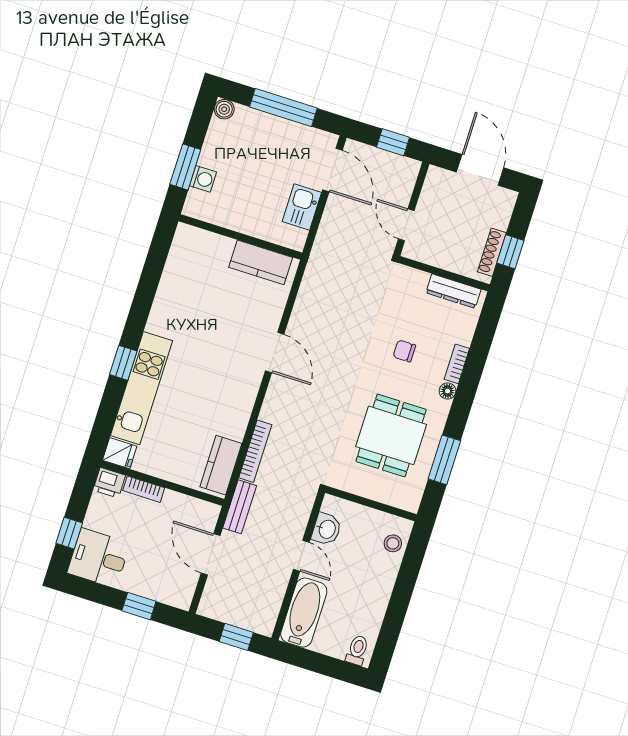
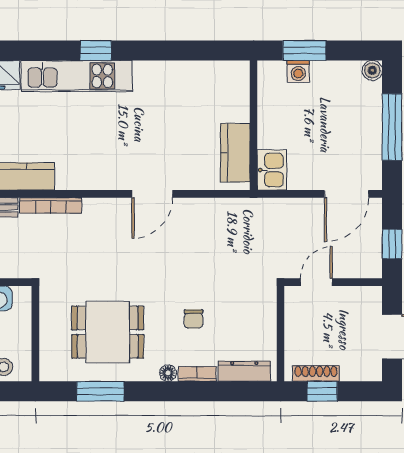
kitchen sink: (302, 207) -> (272, 170), moved, turned 90
dresser: (453, 291) -> (244, 371), moved, turned 90
chair: (404, 351) -> (194, 319), turned 180

